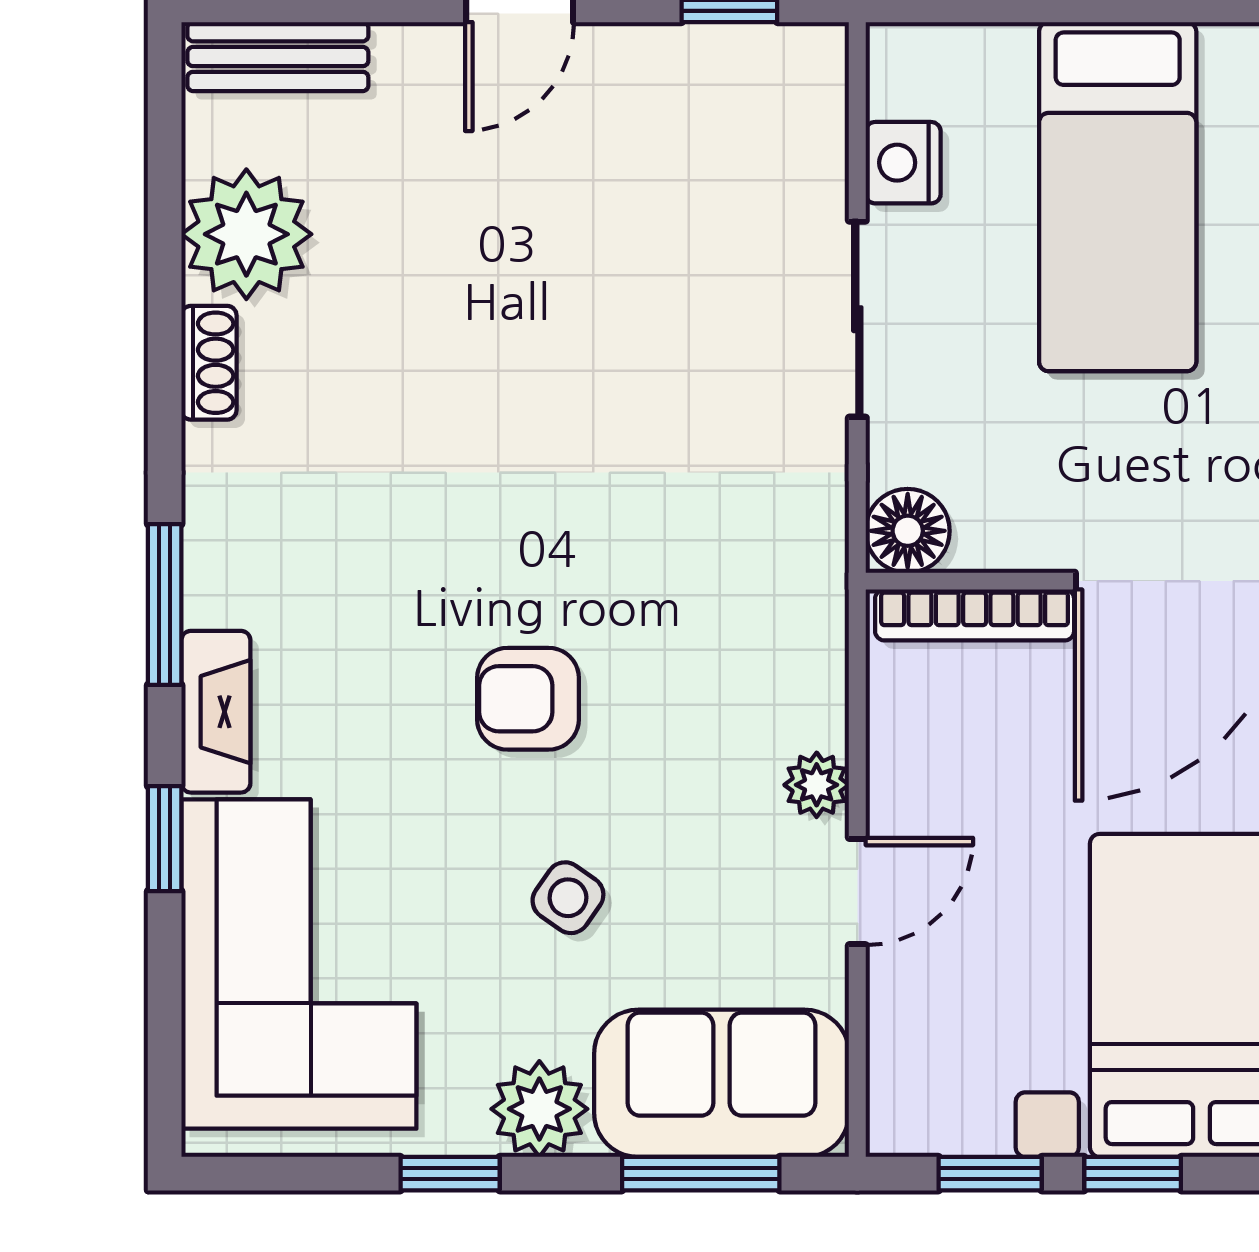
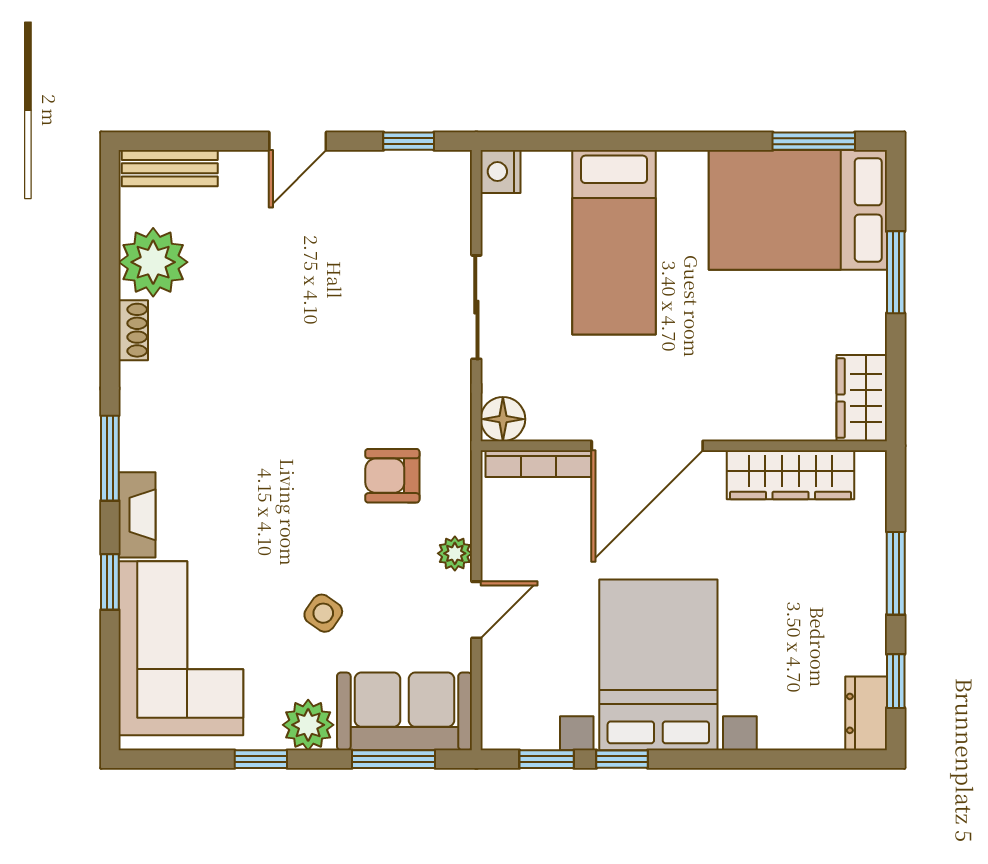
nightstand: (903, 163) -> (501, 172), moved
armchair: (528, 699) -> (392, 476), moved

